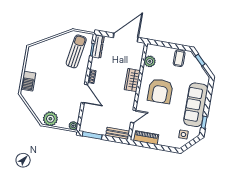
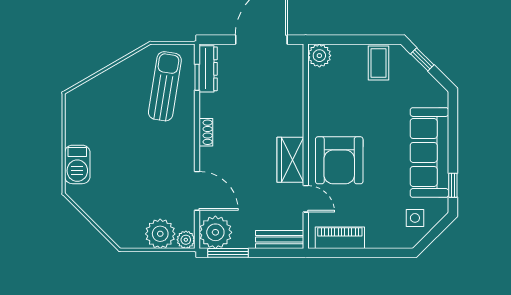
plant: (150, 61) -> (319, 56), moved
wardrobe: (132, 80) -> (290, 160), moved
armchair: (160, 91) -> (339, 160), moved
door: (84, 94) -> (197, 191), moved
door: (133, 116) -> (306, 199), hinge flipped
plant: (50, 119) -> (160, 234), moved
plant: (88, 125) -> (215, 232), added

